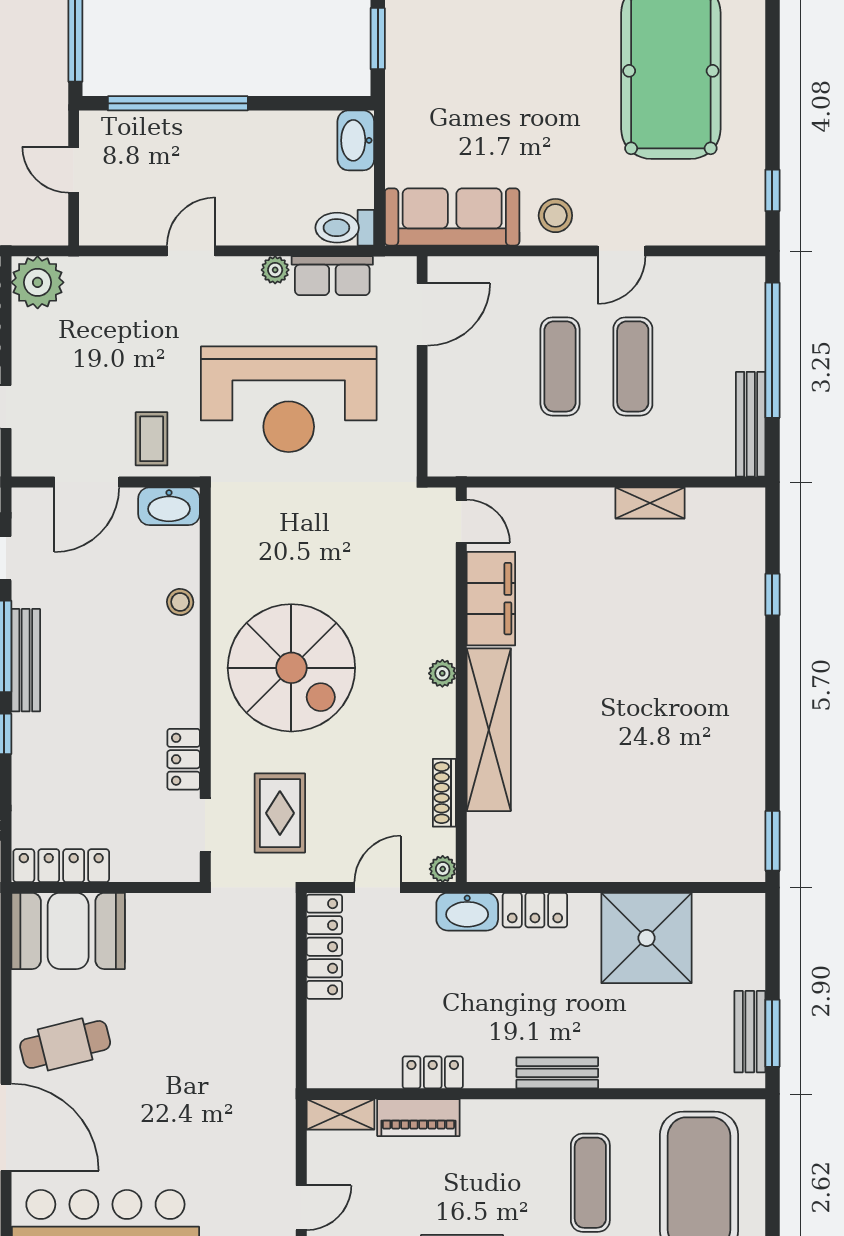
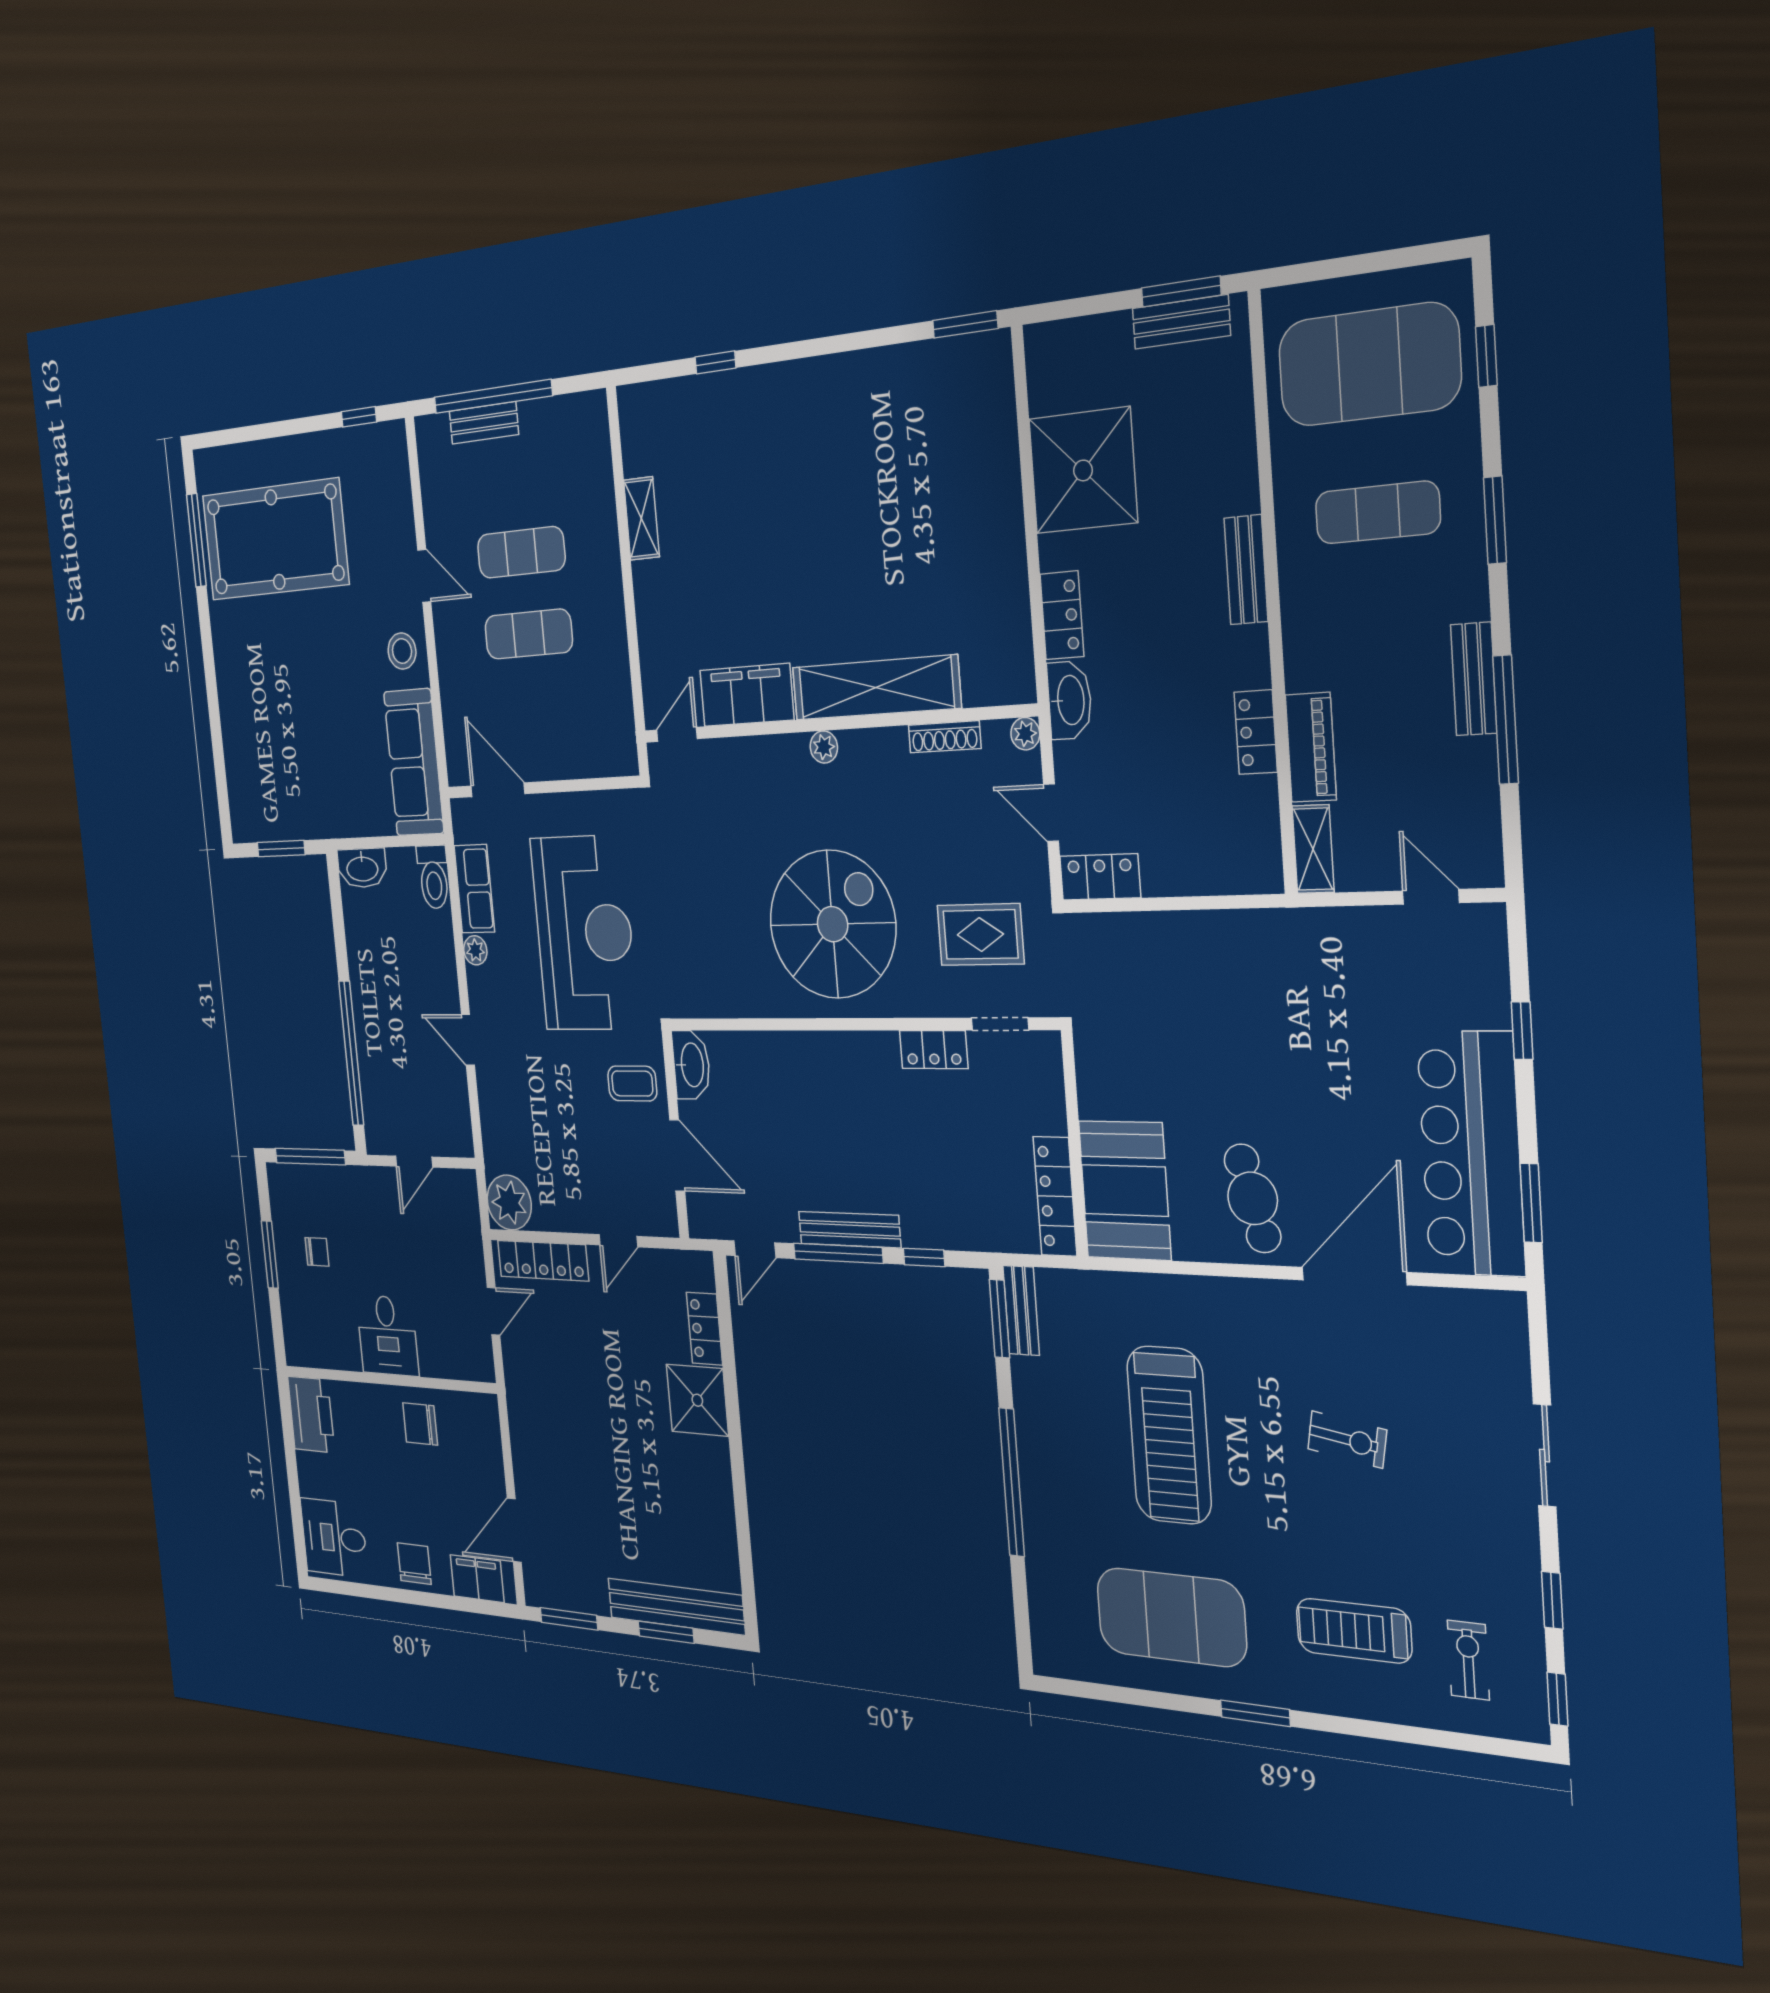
bench: (751, 424) -> (484, 423), moved, width x0.73
stool: (180, 602) -> (779, 1053), removed
locker: (324, 947) -> (1100, 877), width x0.66

